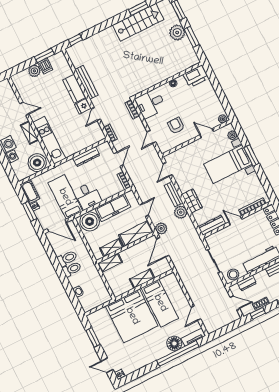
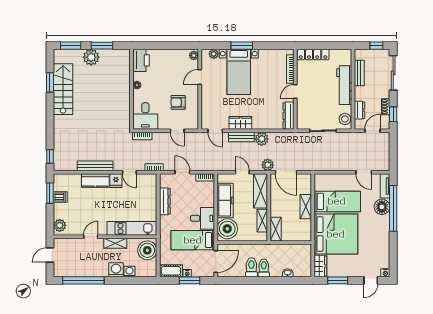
plant: (34, 71) -> (60, 225), moved
wardrobe: (192, 201) -> (240, 123), moved
wardrobe: (98, 316) -> (320, 266), added

